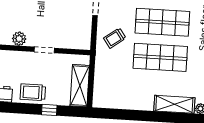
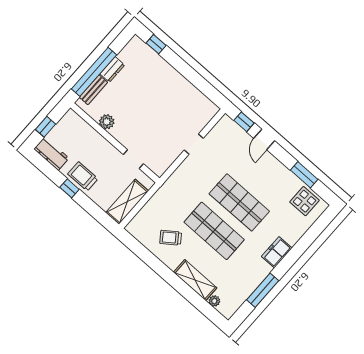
trolley: (115, 38) -> (171, 238), moved
doorway: (44, 50) -> (133, 159), moved
window: (49, 110) -> (69, 188), moved

